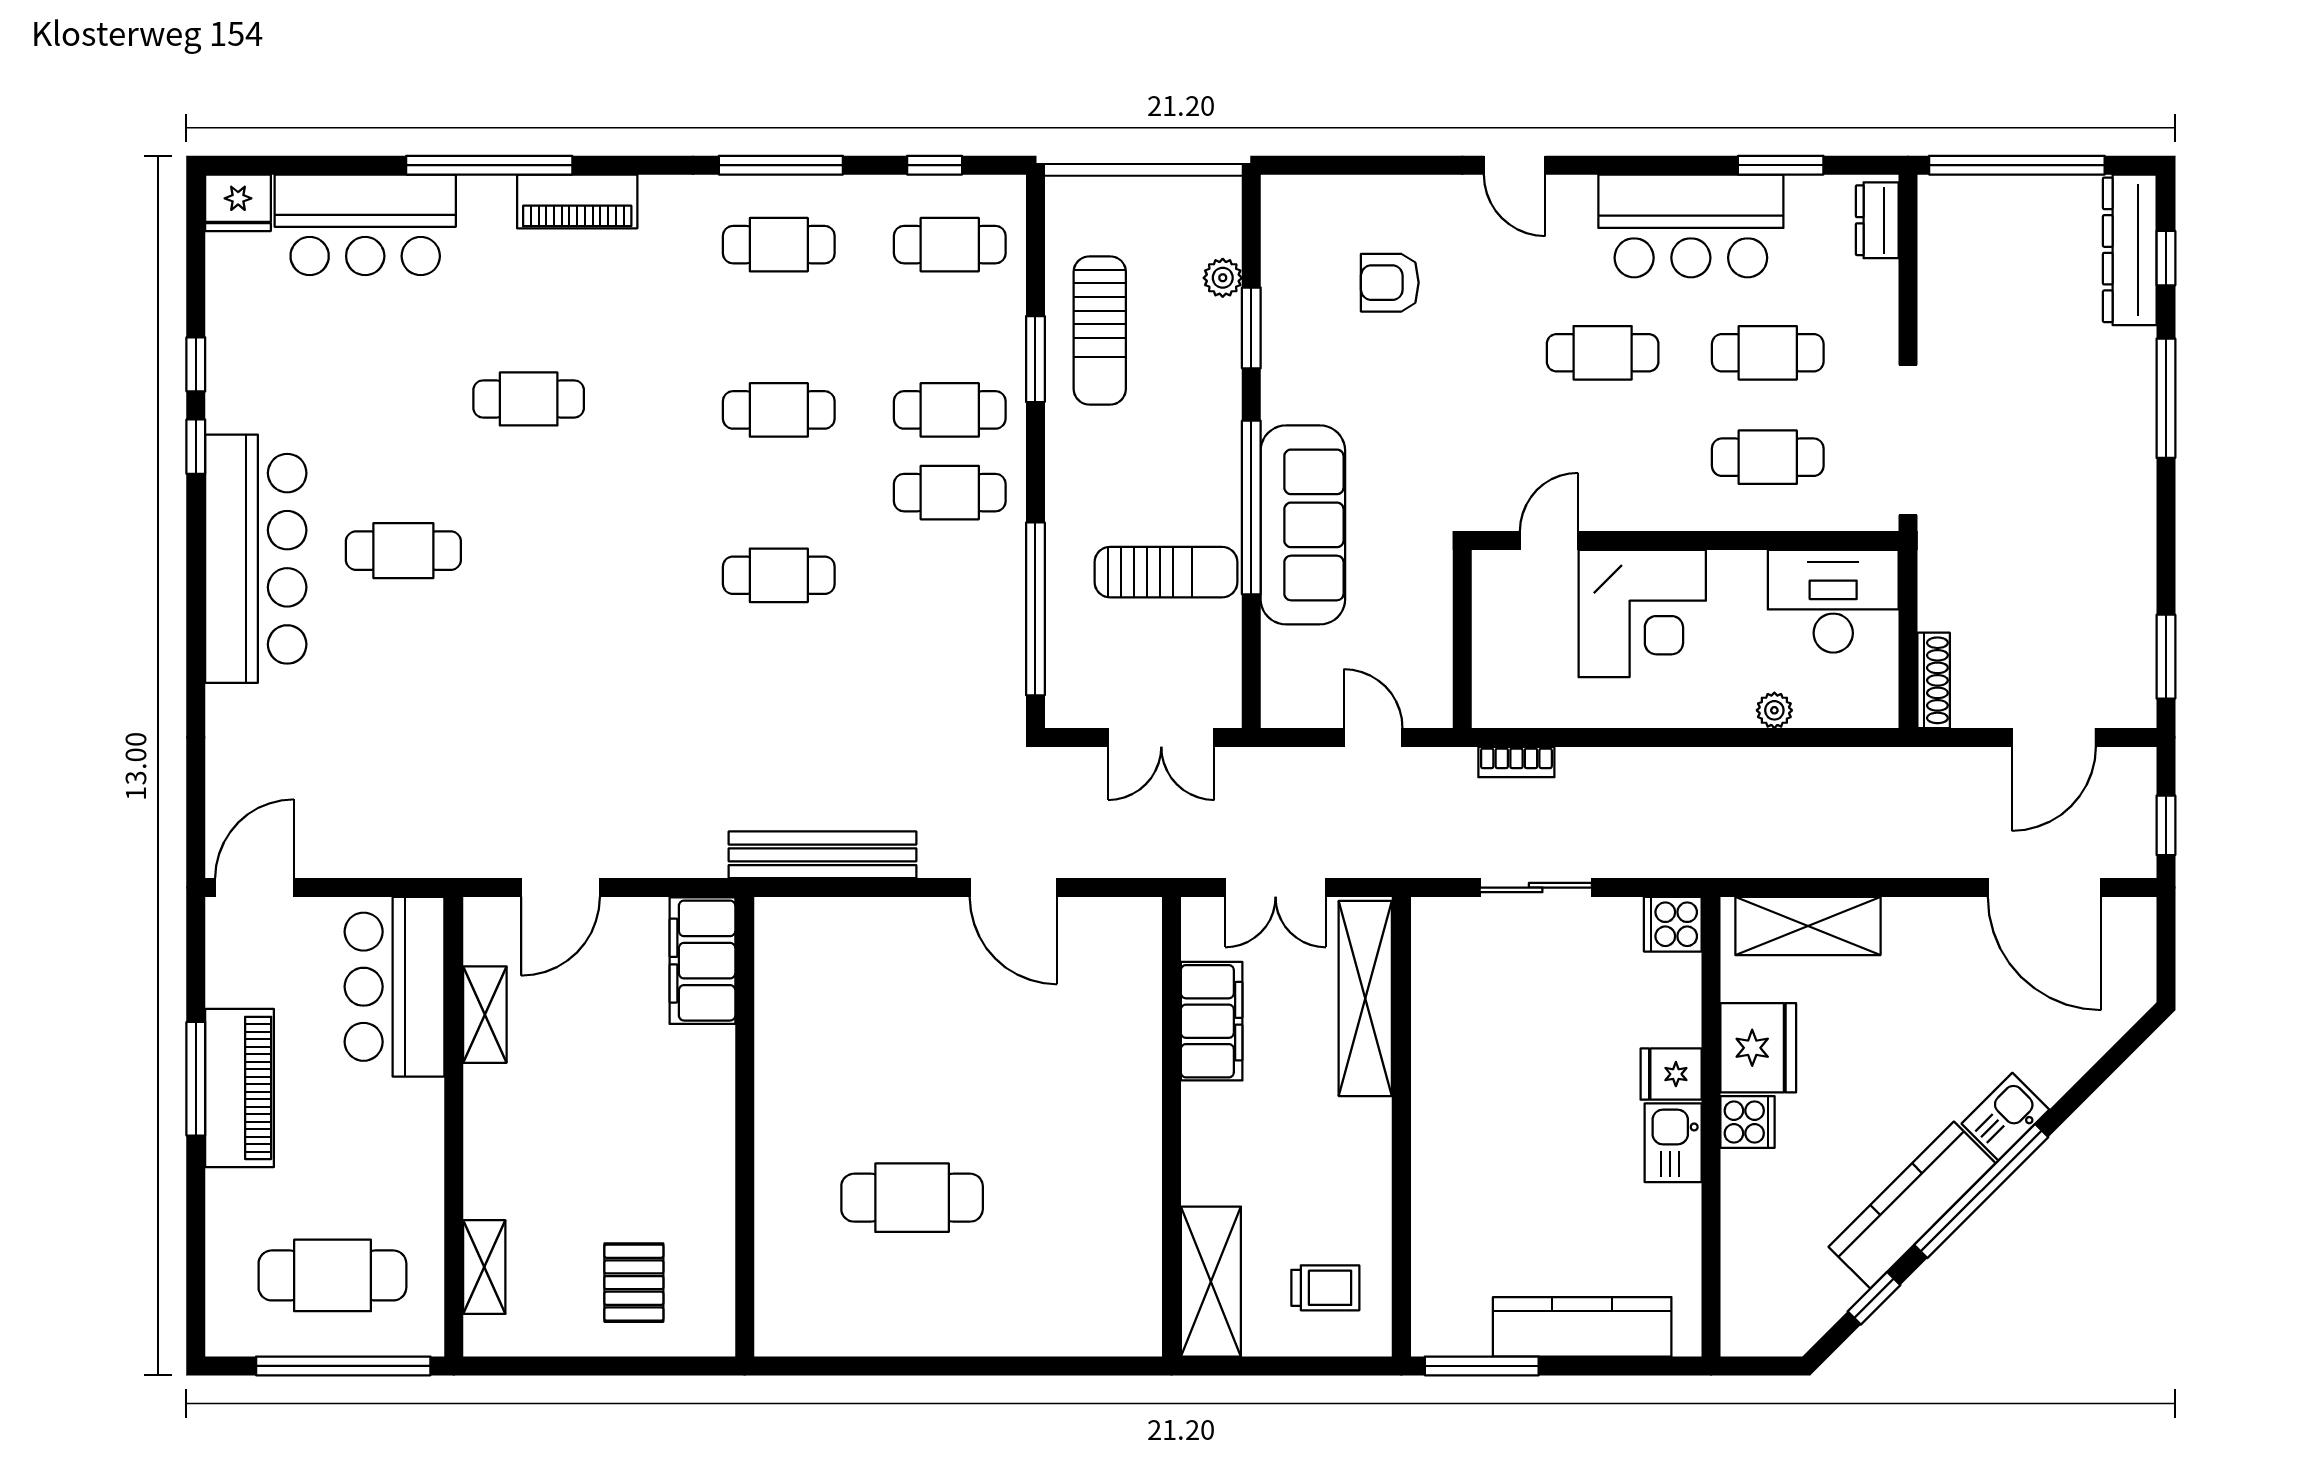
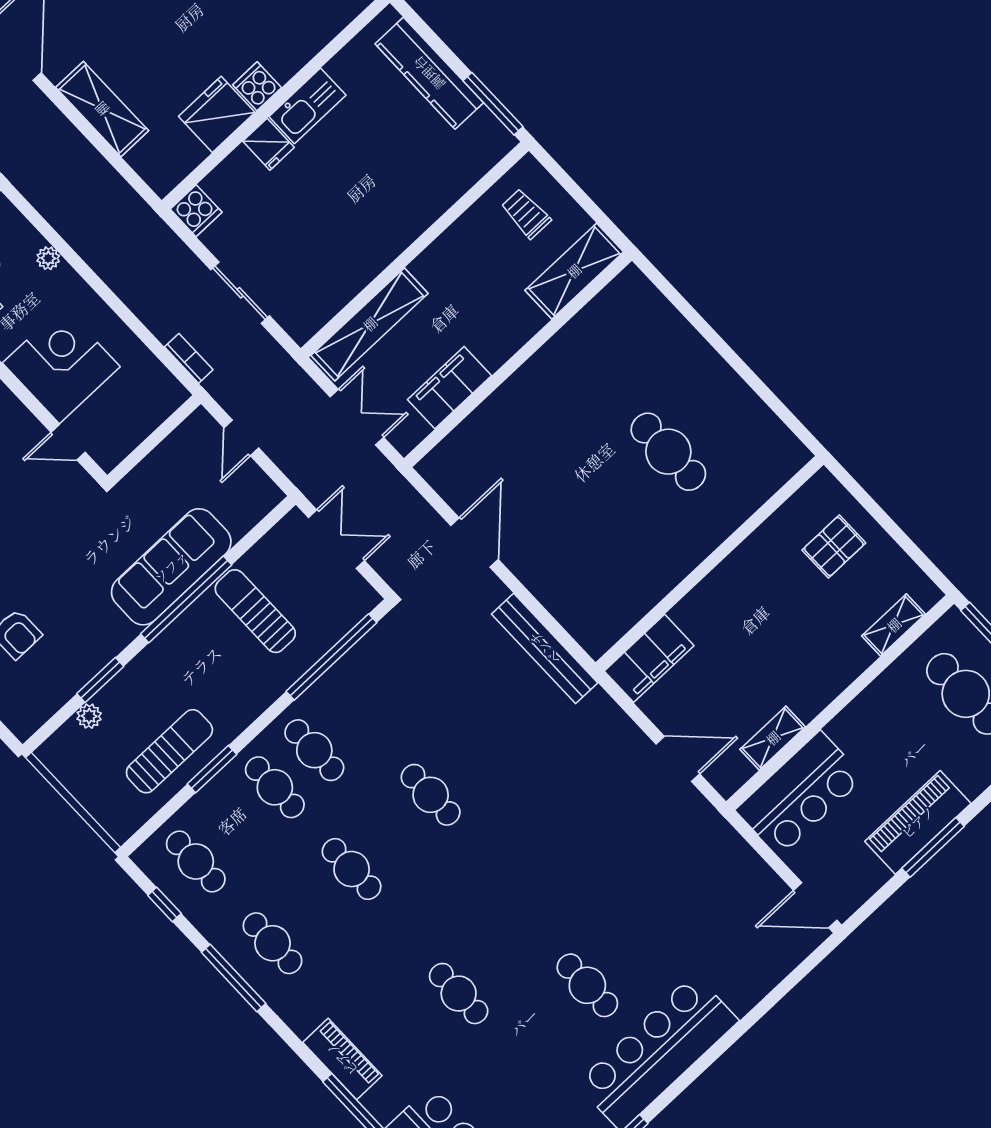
shelving: (1808, 926) -> (102, 109), moved
kitchen sink: (1673, 1143) -> (307, 106), width x1.38

